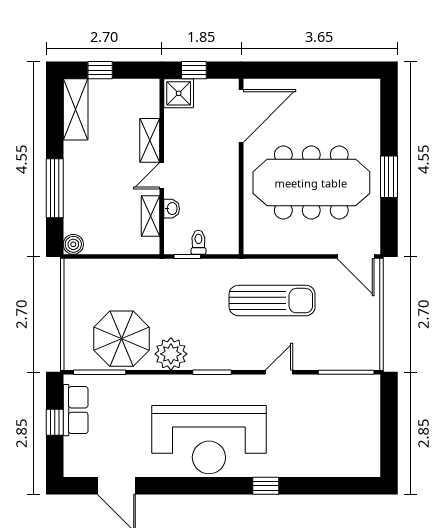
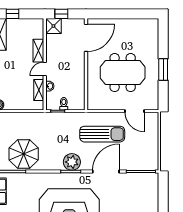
meeting table: (311, 183) -> (123, 73), width x0.73
door: (356, 257) -> (135, 111), moved
plant: (171, 354) -> (72, 162), moved
door: (279, 372) -> (106, 172), width x1.88

